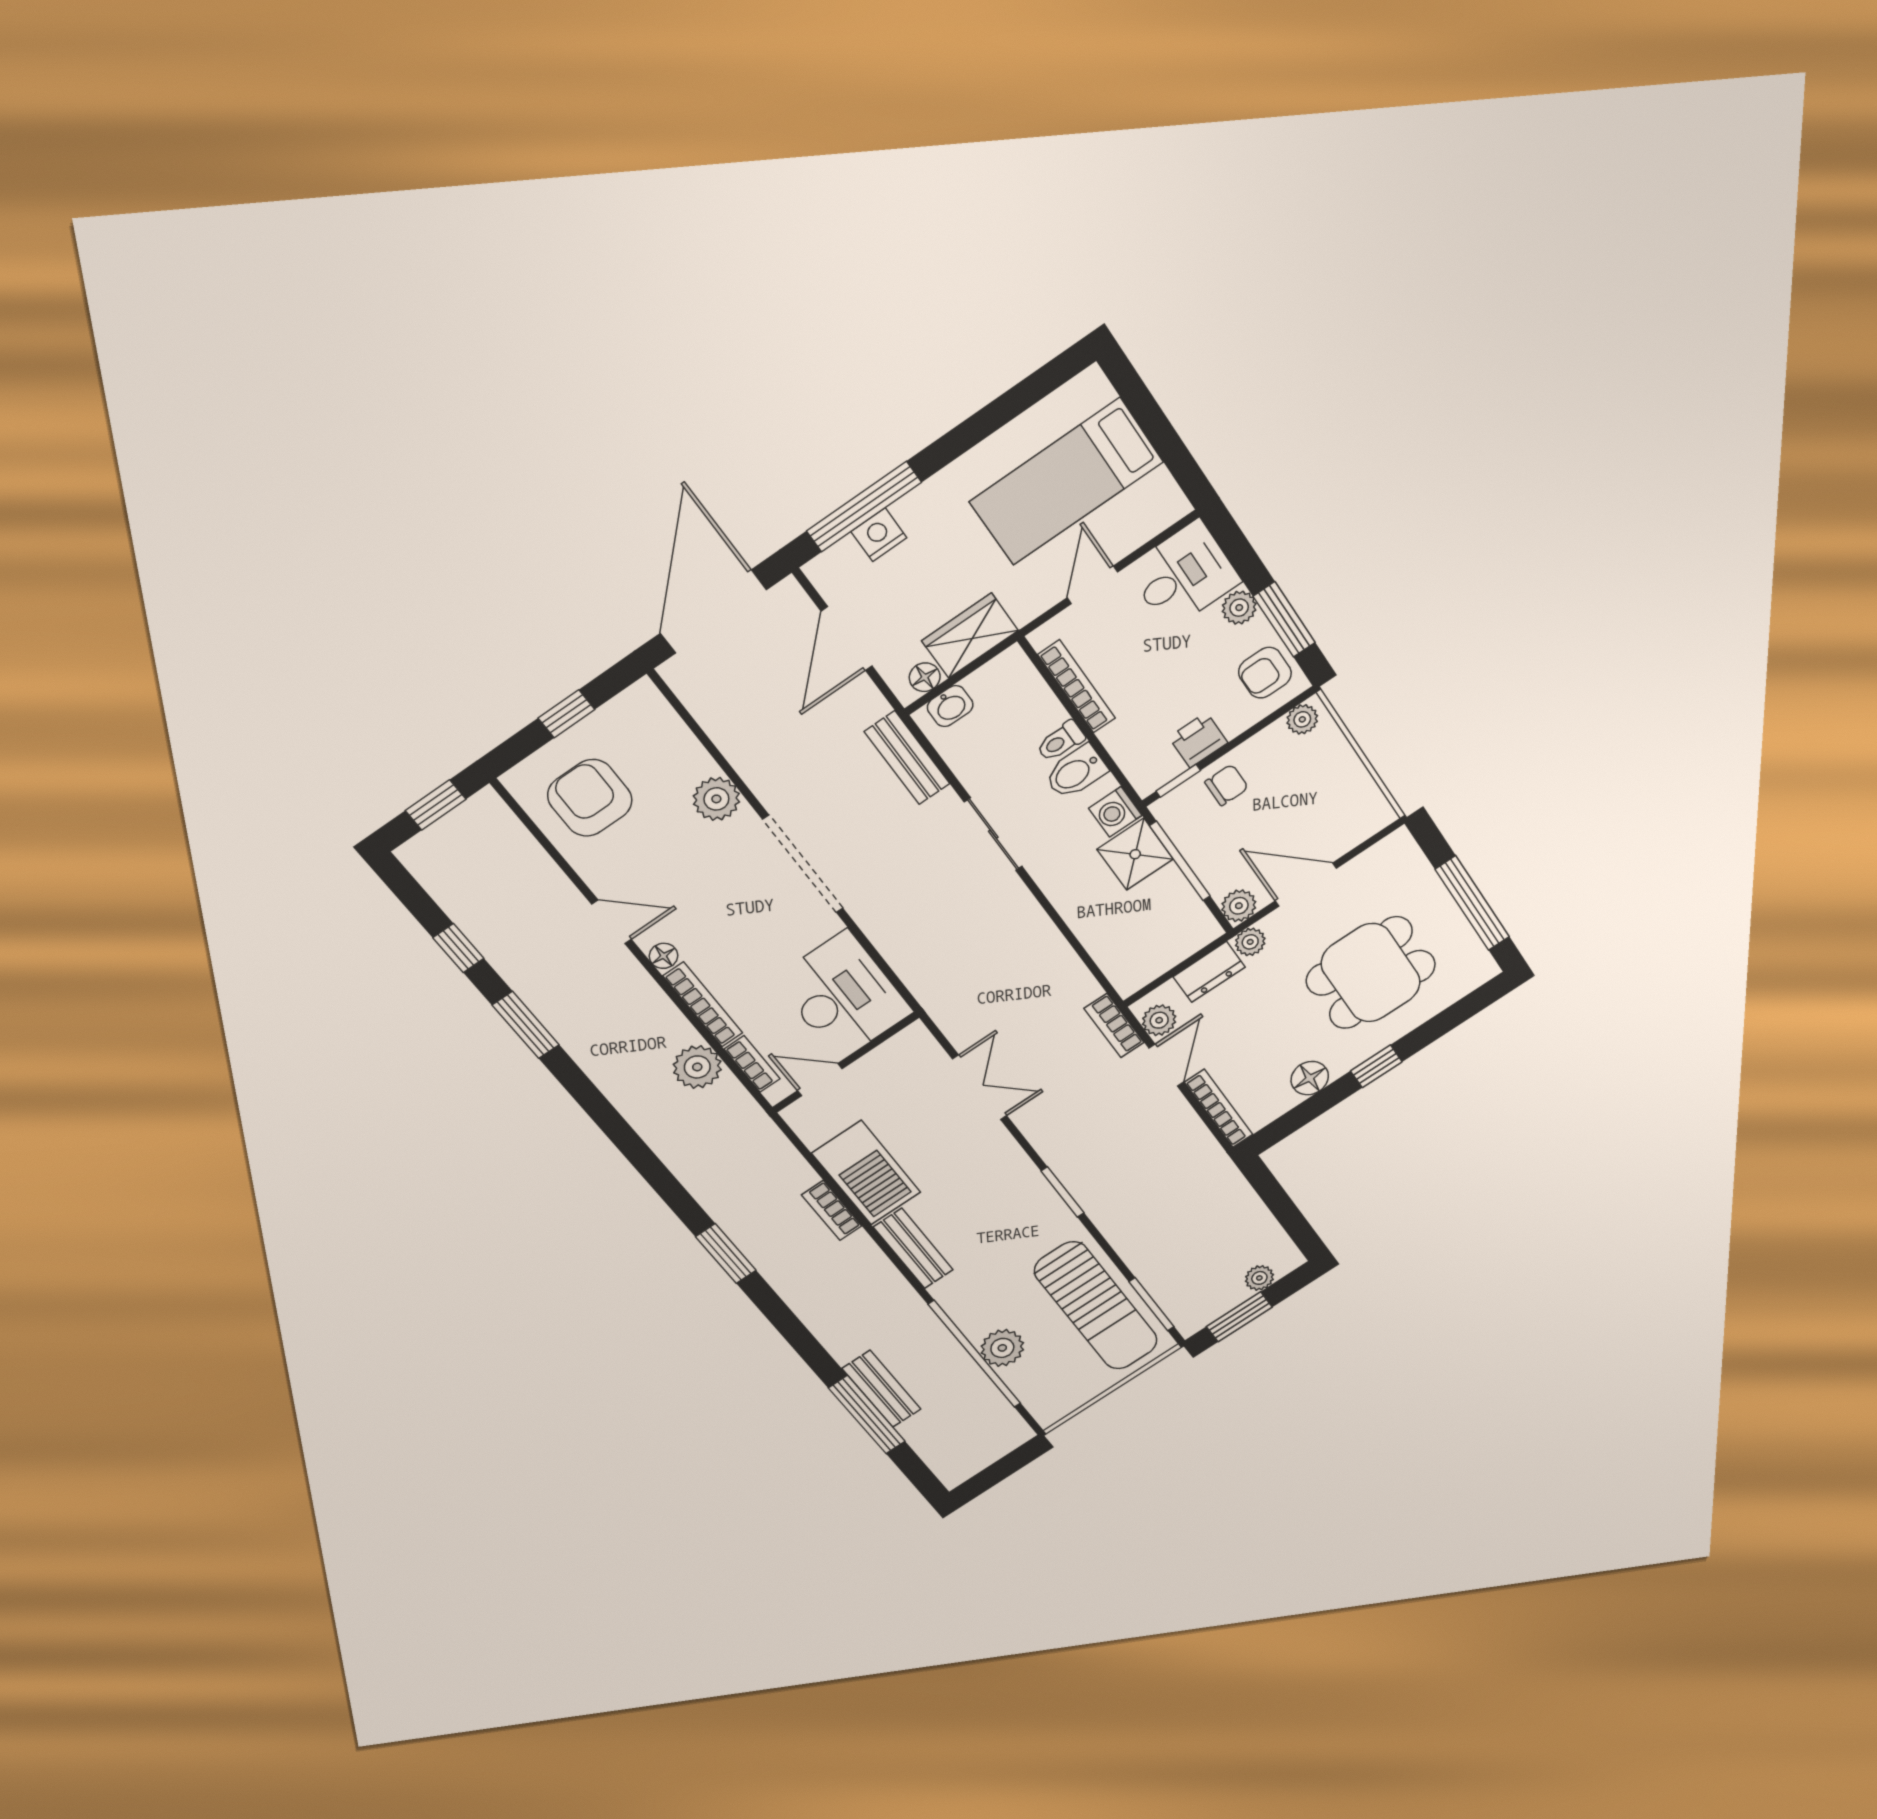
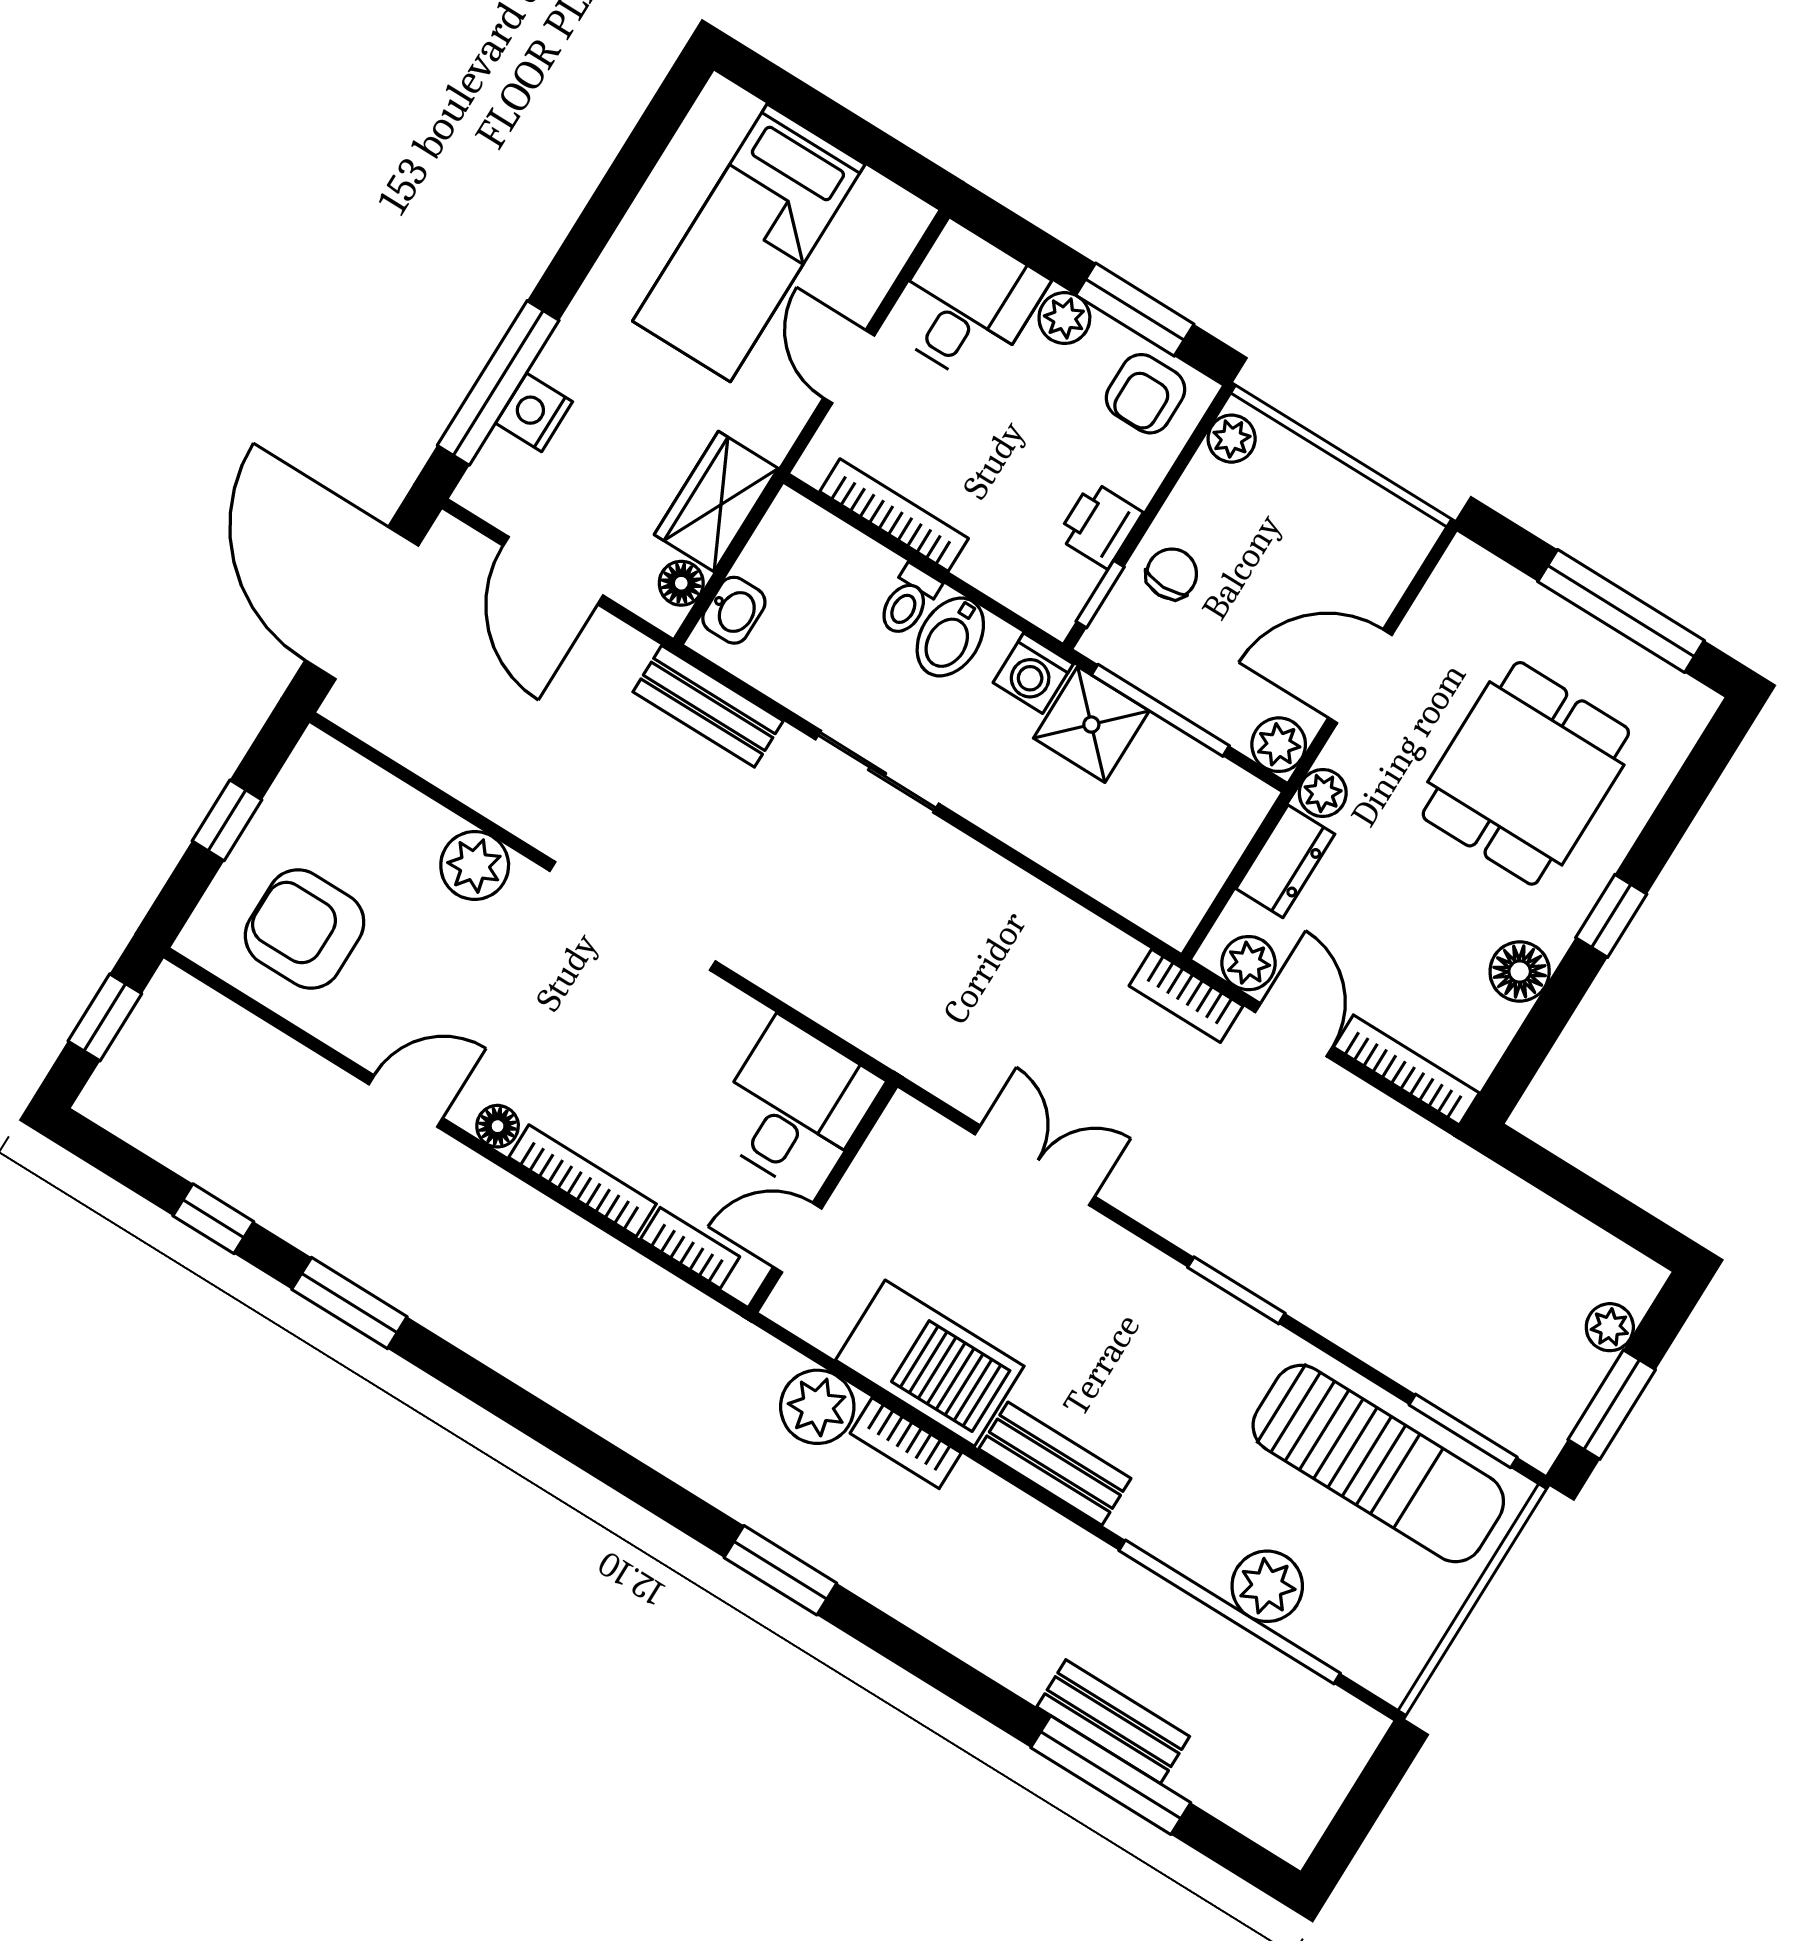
desk: (843, 996) -> (795, 1106), width x0.73
plant: (697, 1067) -> (817, 1407), moved

